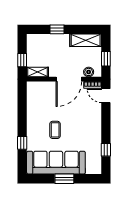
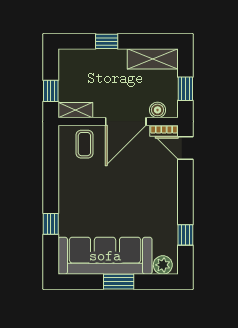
coffee table: (55, 130) -> (84, 144), moved
plant: (92, 168) -> (163, 265), added

